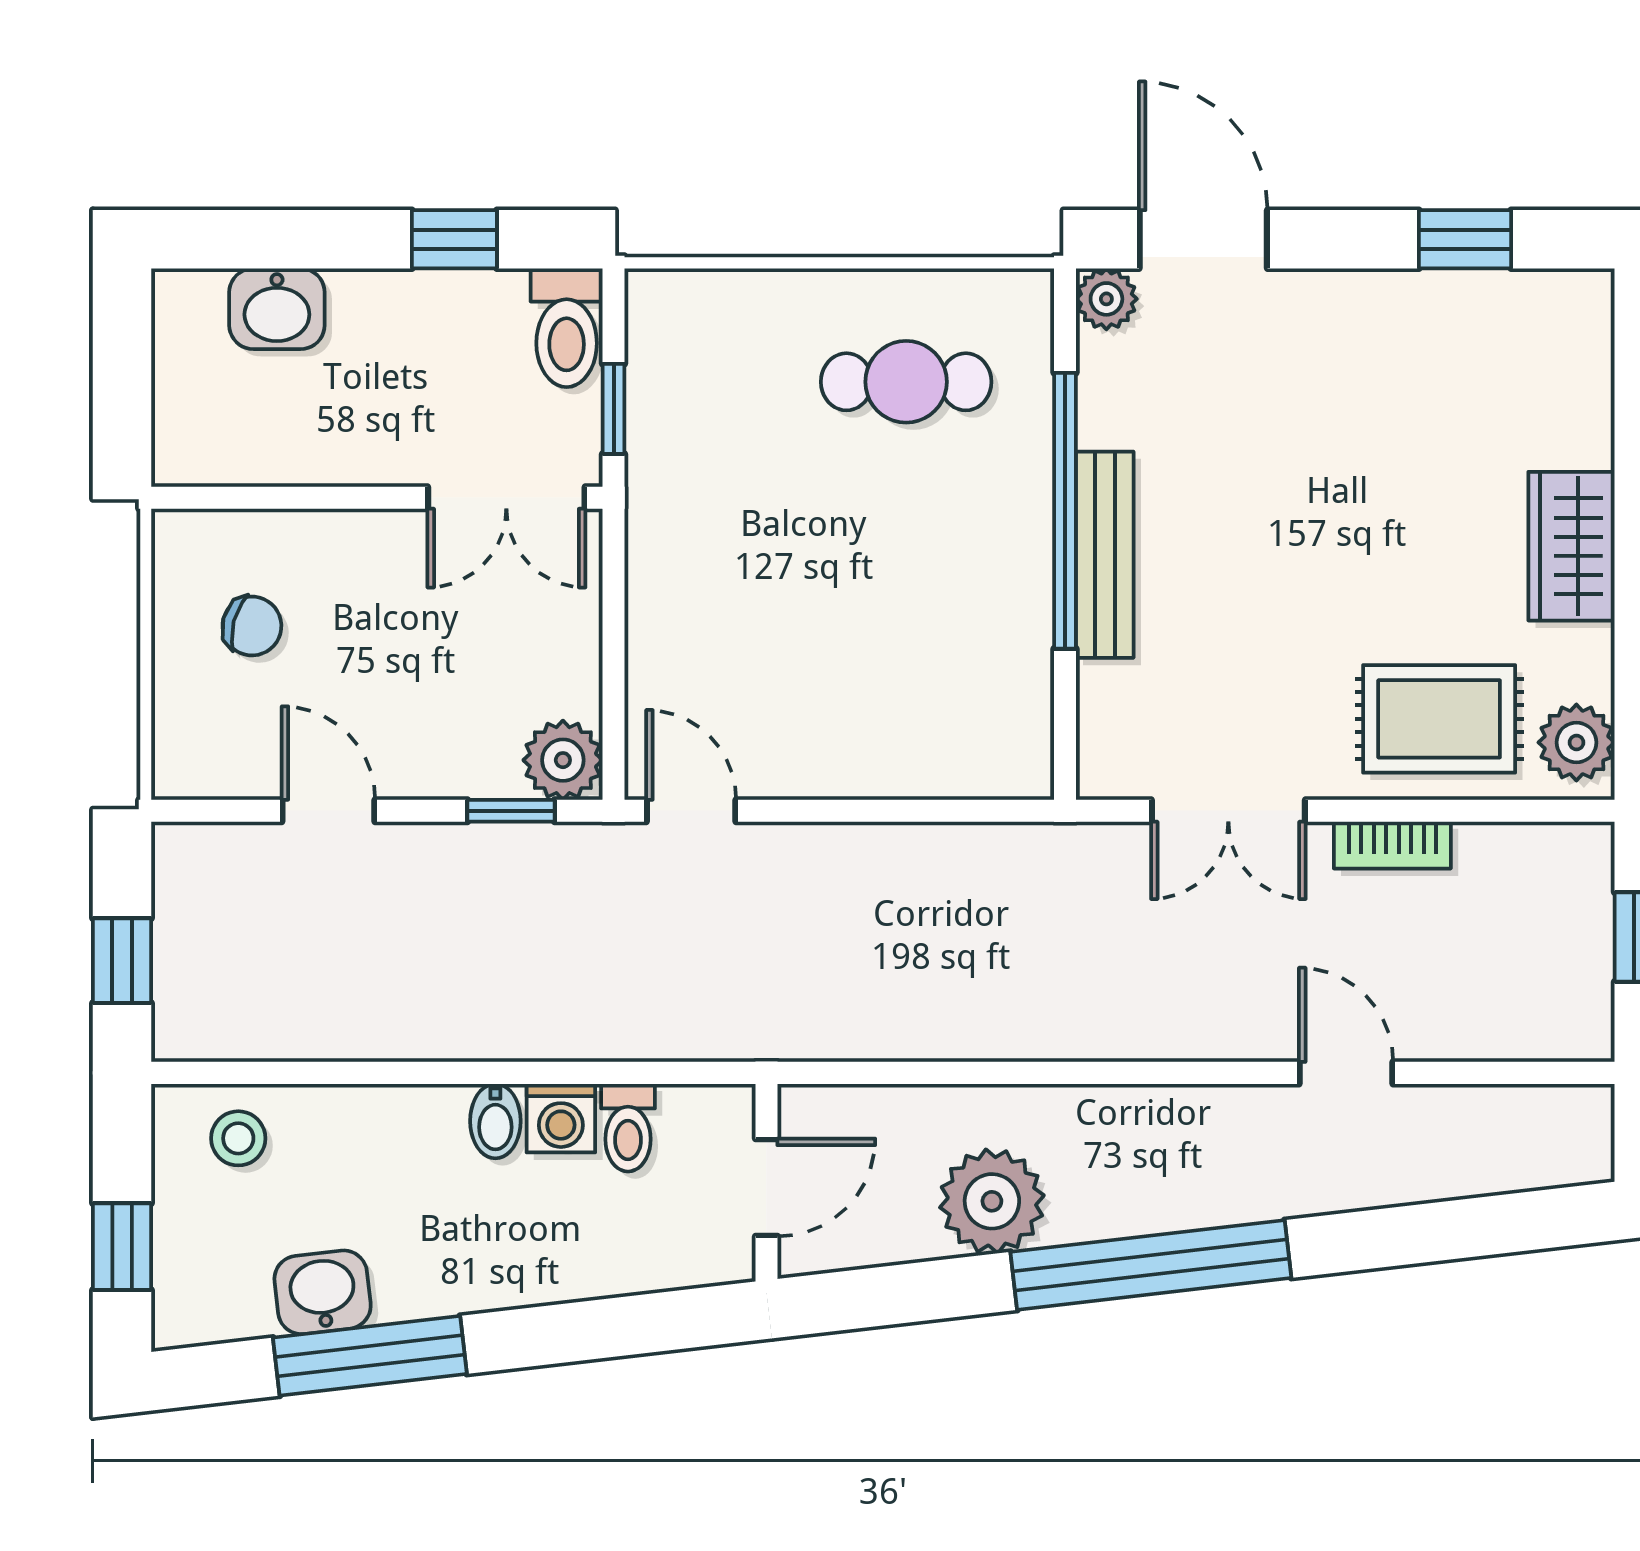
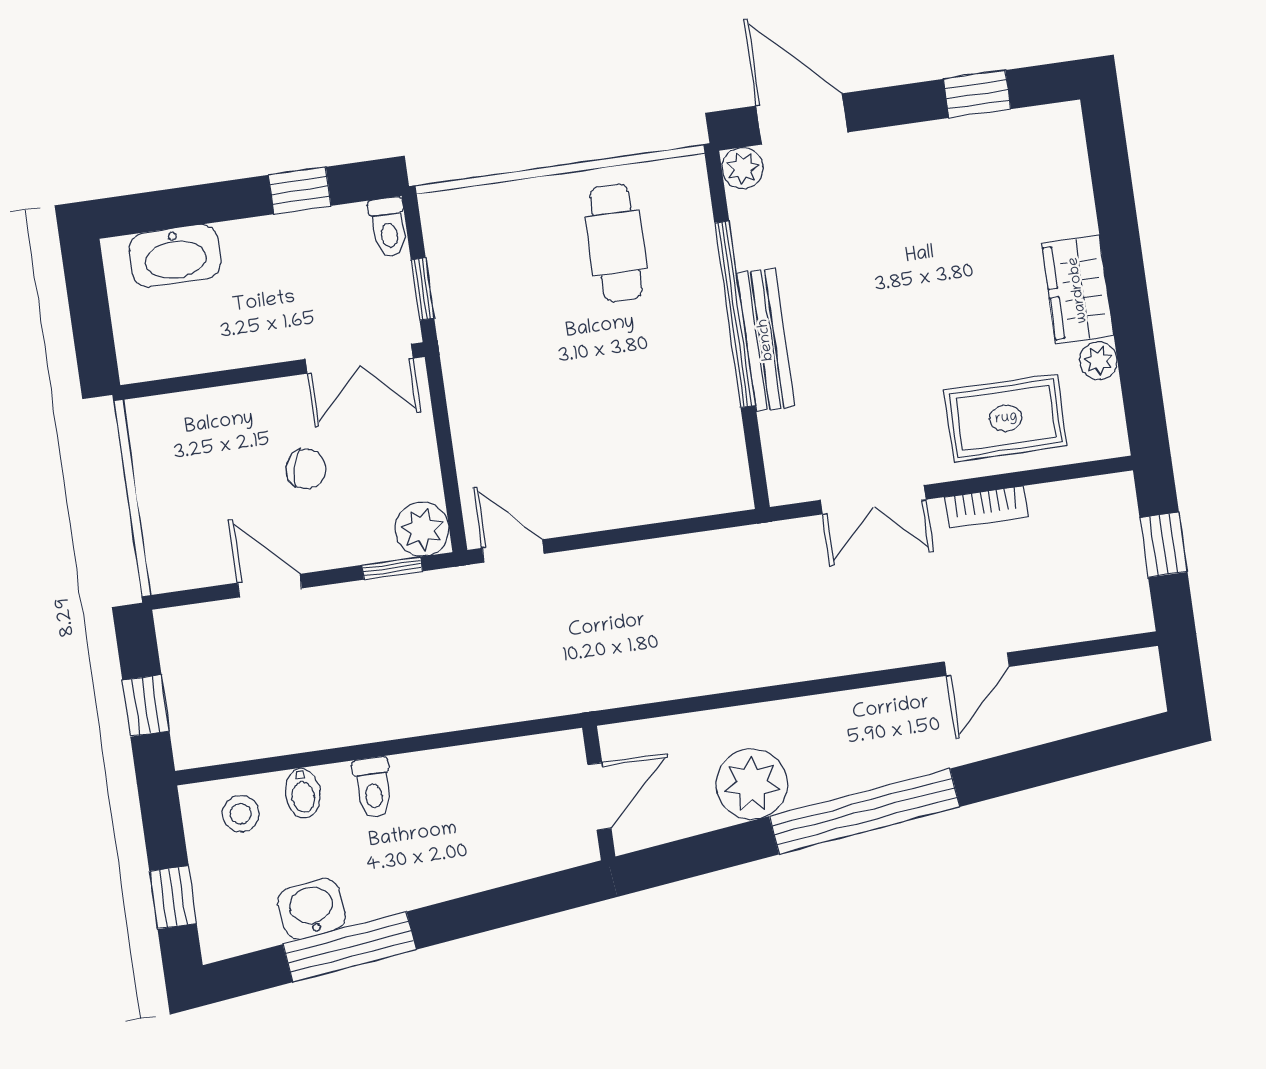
washbasin: (277, 309) -> (175, 256), width x1.38
toilet: (567, 328) -> (388, 227), width x0.73, depth x0.72
cafe table: (906, 382) -> (616, 243), turned 90
chair: (252, 626) -> (306, 469), moved
plant: (1576, 742) -> (1098, 361), moved, width x0.73, depth x0.73
door: (1346, 1073) -> (977, 664), swing flipped
washing machine: (561, 1118) -> (455, 769), removed
bidet: (495, 1121) -> (303, 793), moved
toilet: (628, 1128) -> (373, 788), moved

